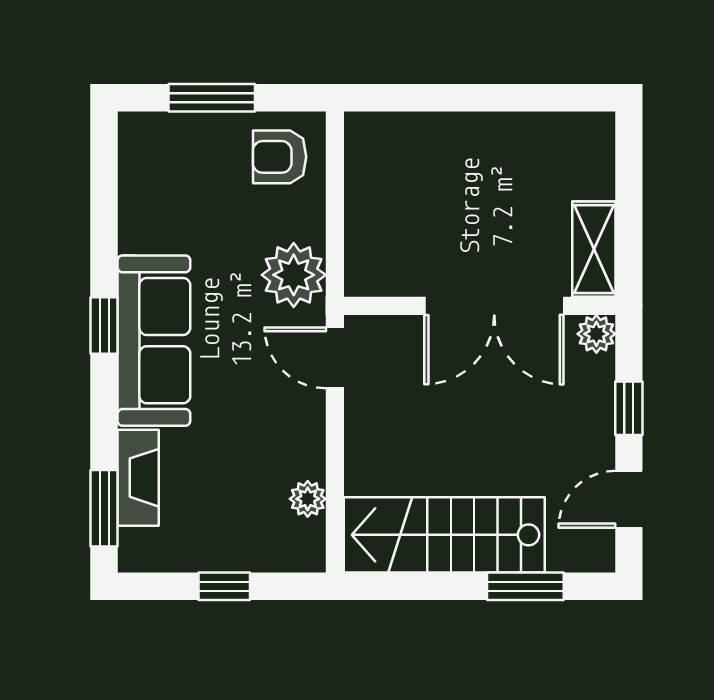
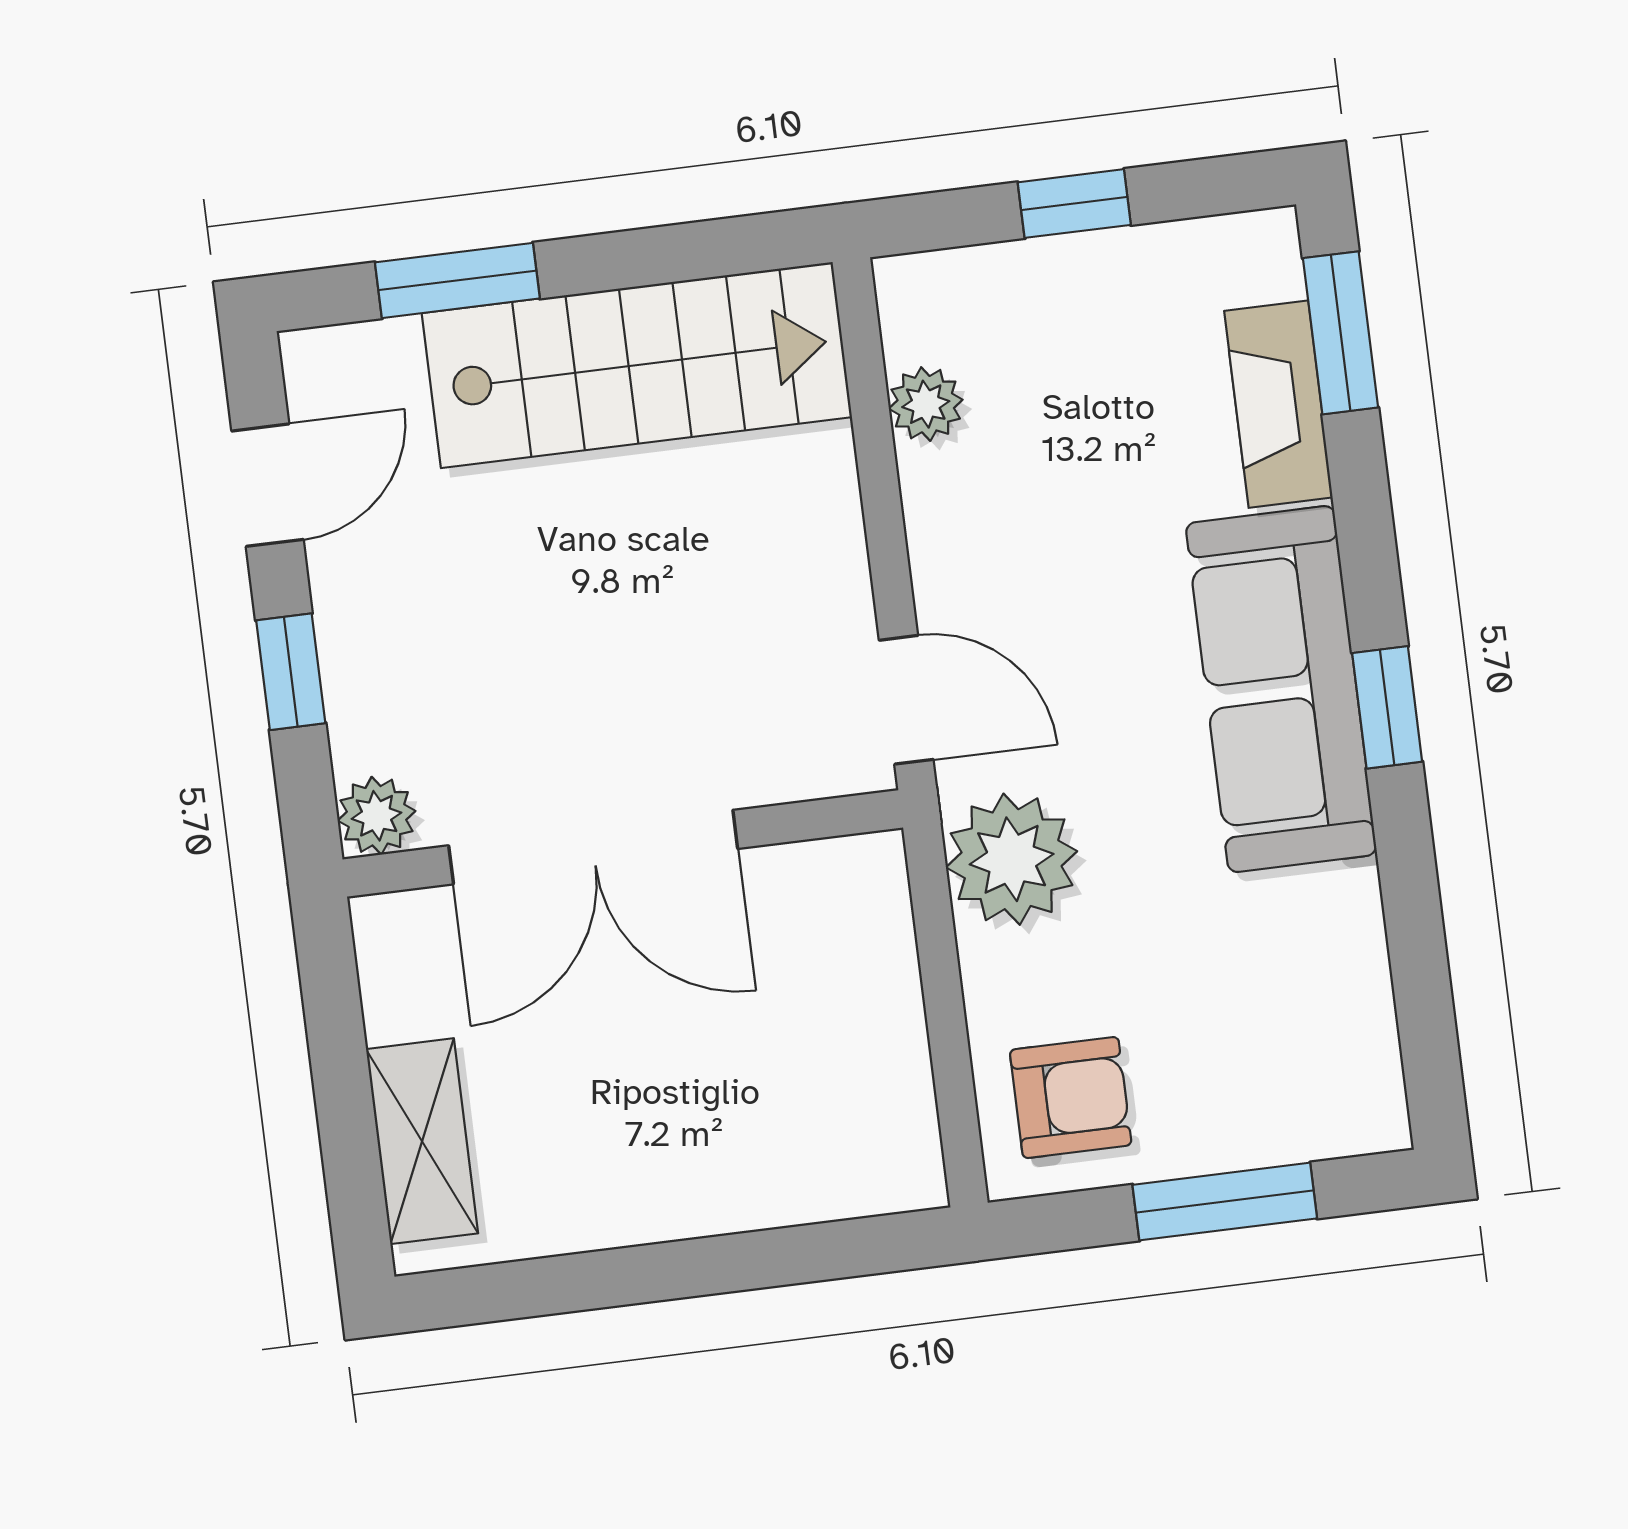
shelving: (594, 249) -> (422, 1141), moved
double door: (494, 306) -> (593, 847), swing flipped

